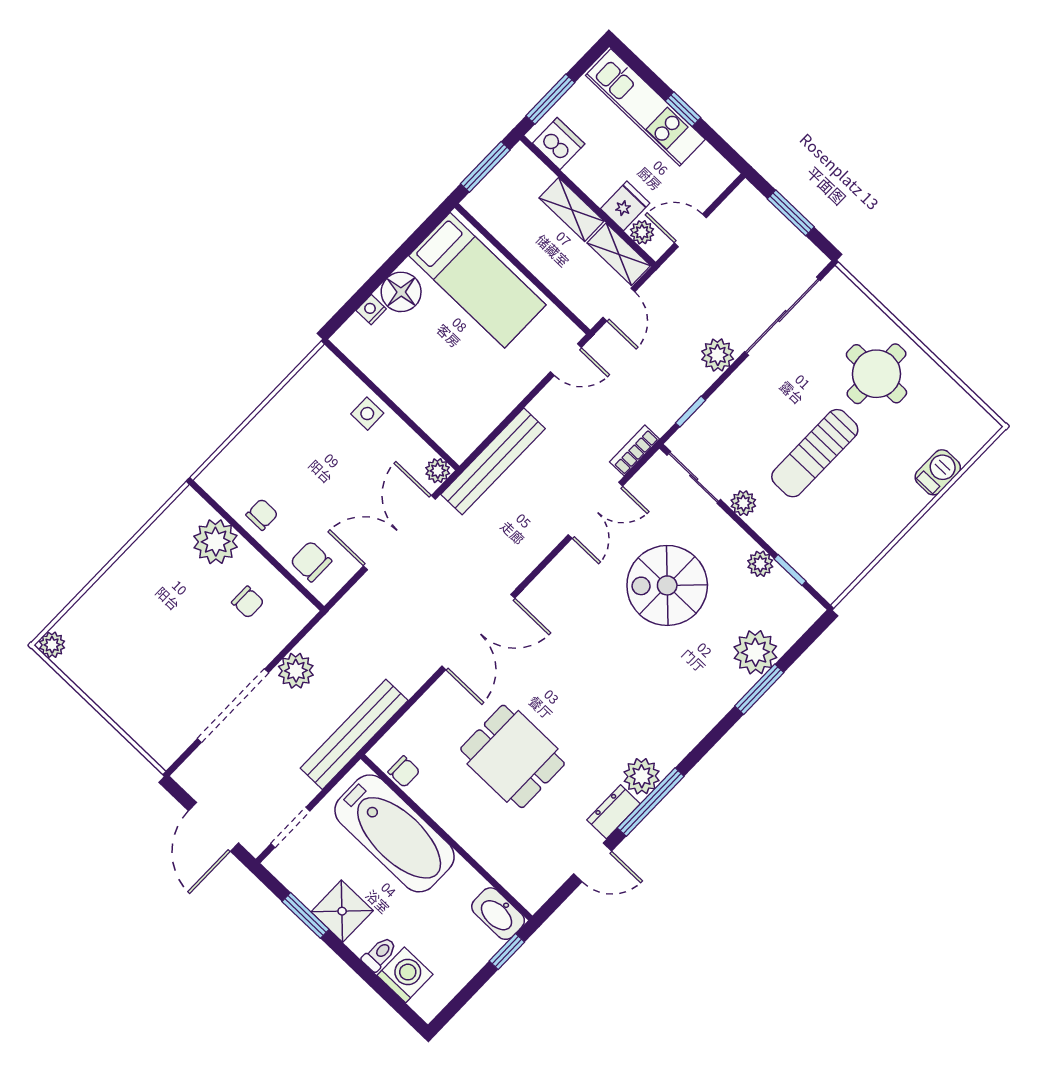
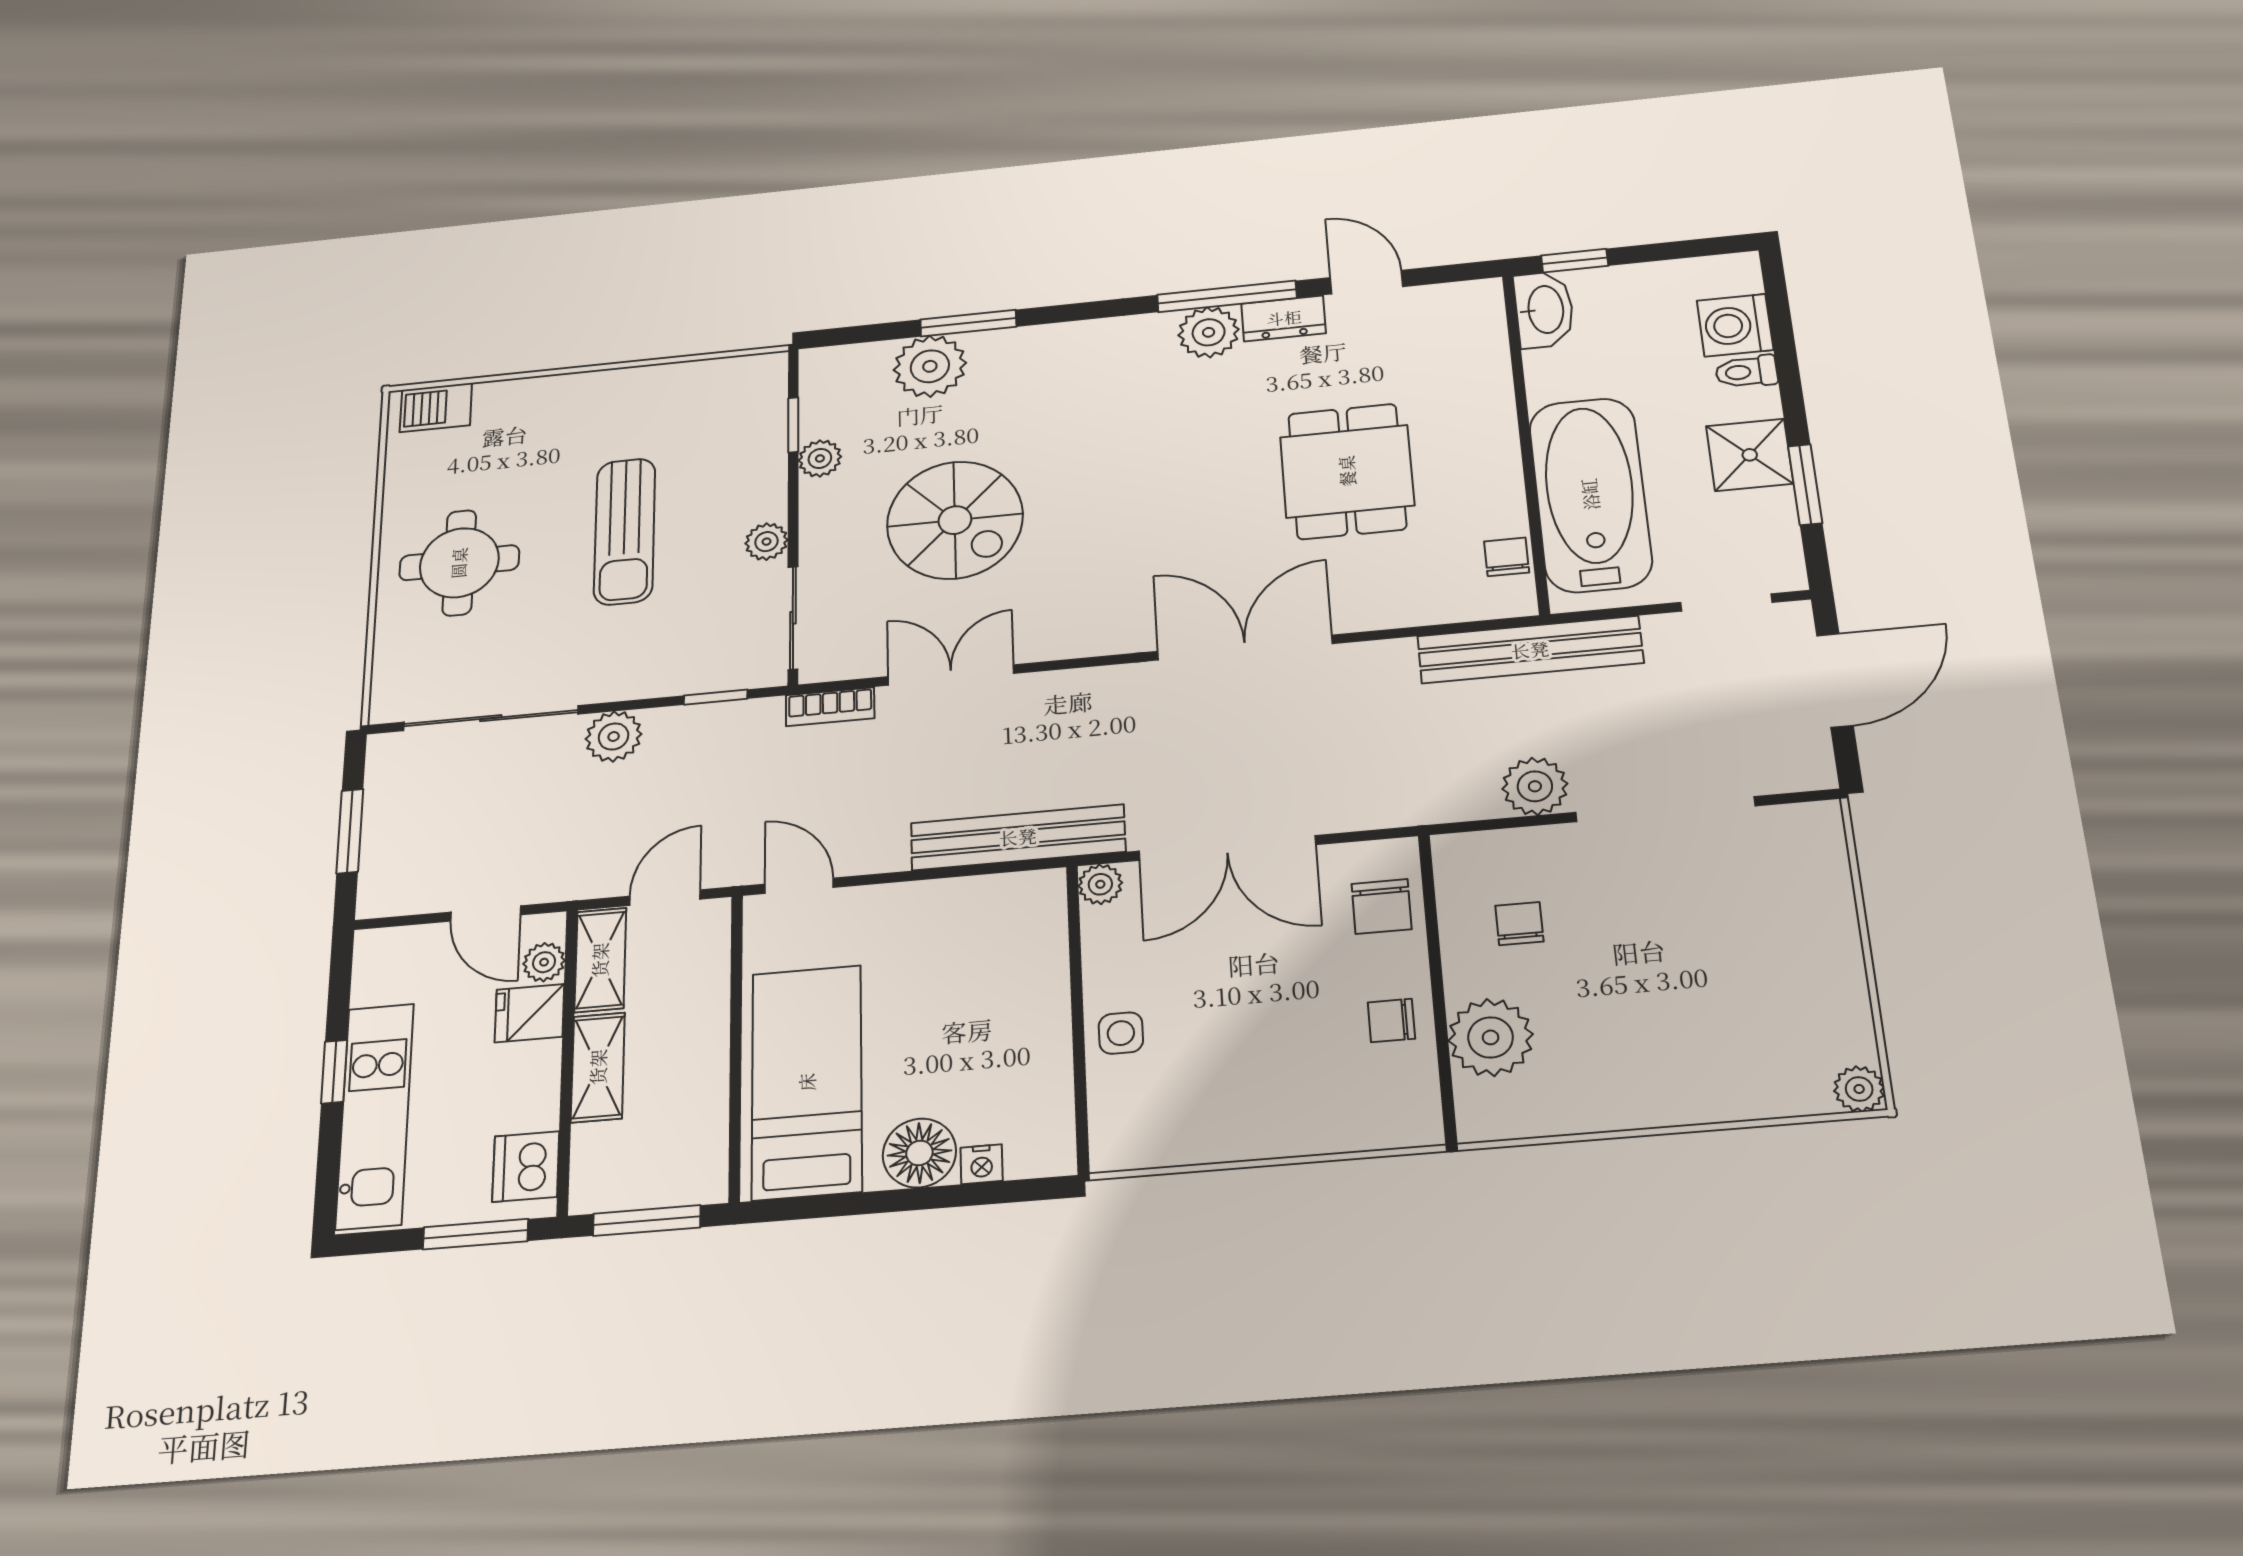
sun lounger: (815, 453) -> (625, 531), turned 90
barbecue: (938, 472) -> (436, 408), moved

